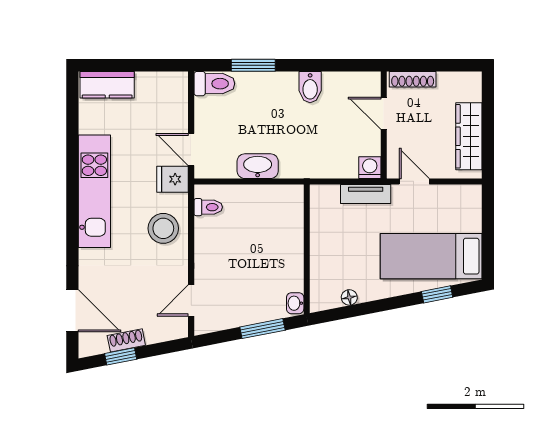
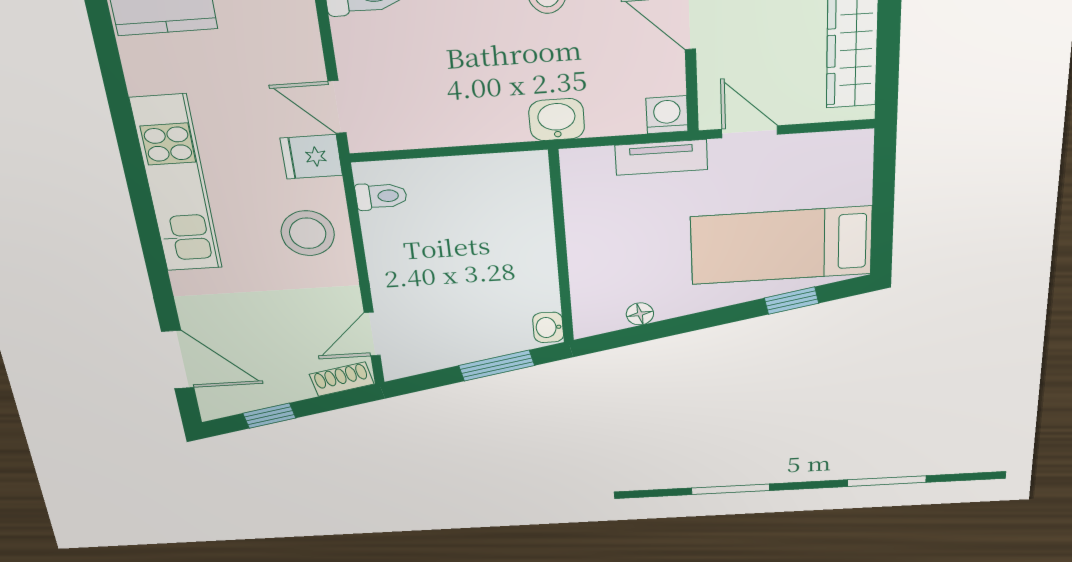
washbasin: (258, 166) -> (557, 120), moved, width x0.72
shoe rack: (126, 340) -> (342, 379), moved

